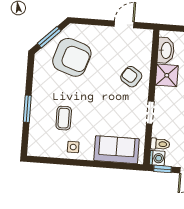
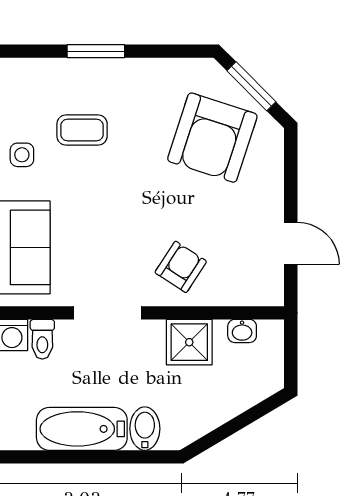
washbasin: (166, 50) -> (242, 331), width x0.52, depth x0.69
doorway: (150, 113) -> (108, 313), width x1.38

